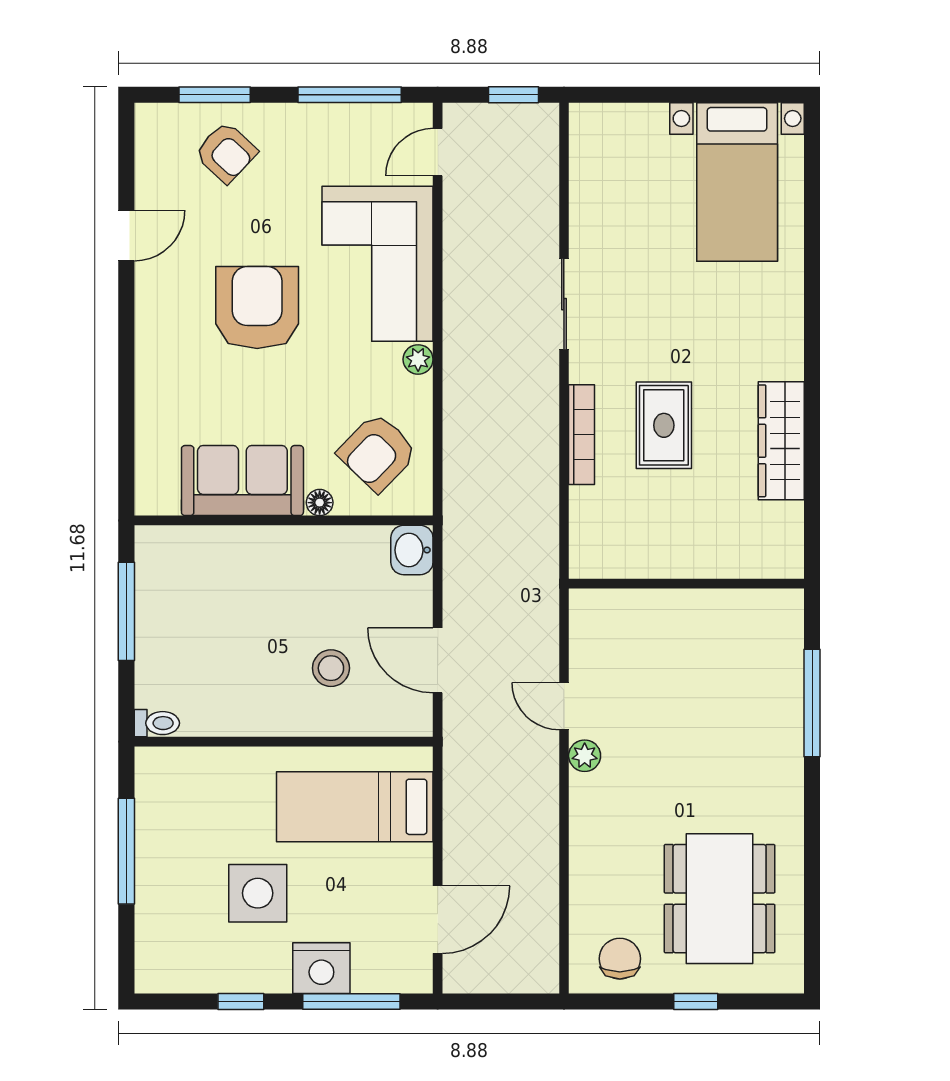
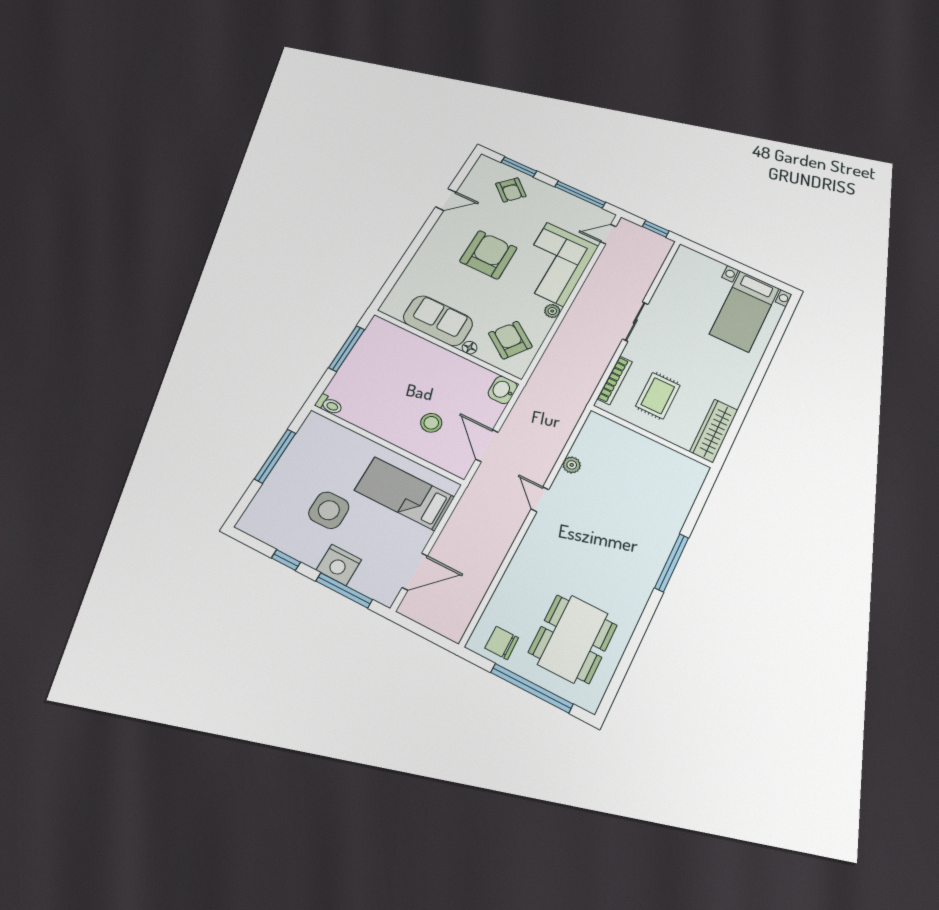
armchair: (377, 452) -> (510, 340), turned 82
wall: (686, 584) -> (652, 436), moved
plant: (585, 756) -> (572, 465), moved
chair: (620, 959) -> (502, 643), turned -90
window: (696, 1002) -> (532, 688), width x3.17

